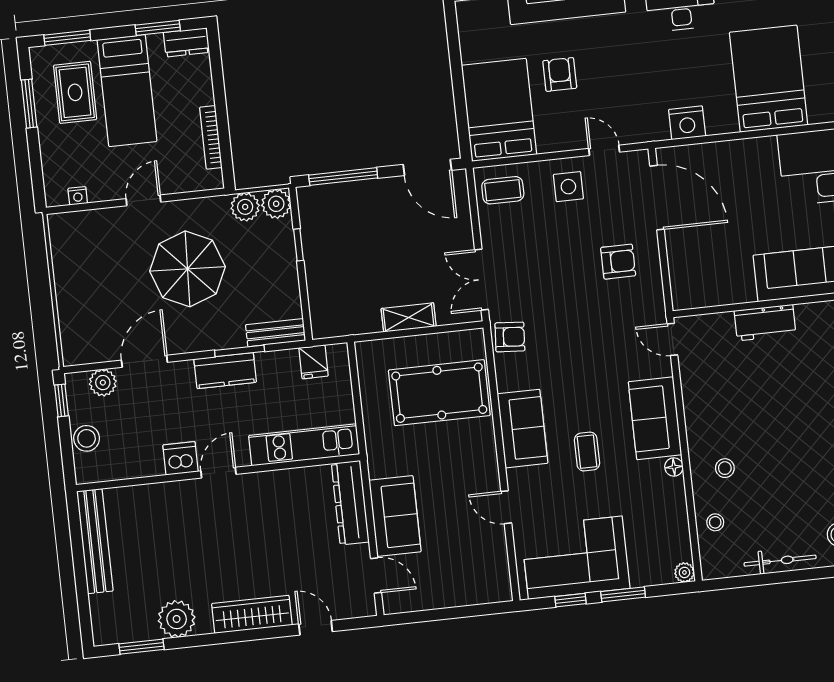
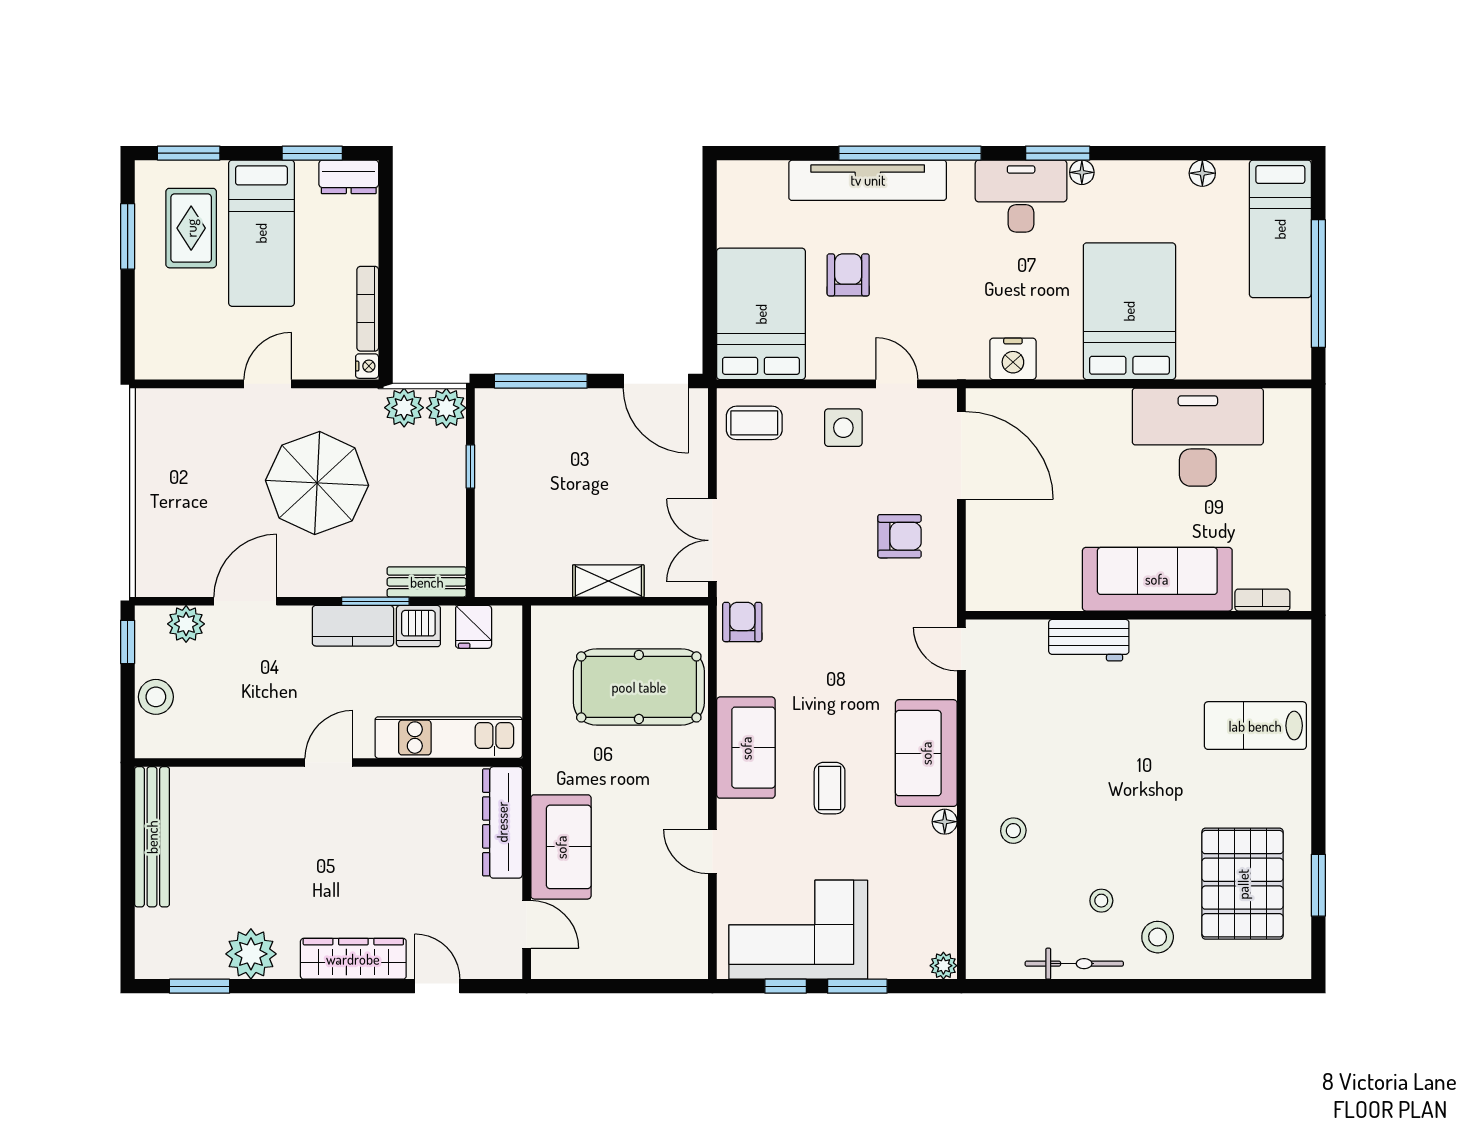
nightstand: (78, 196) -> (367, 366), moved, turned -90
armchair: (510, 337) -> (742, 622), turned -94
dishwasher: (181, 458) -> (418, 626), moved, turned 180
stool: (715, 522) -> (1101, 901), moved

